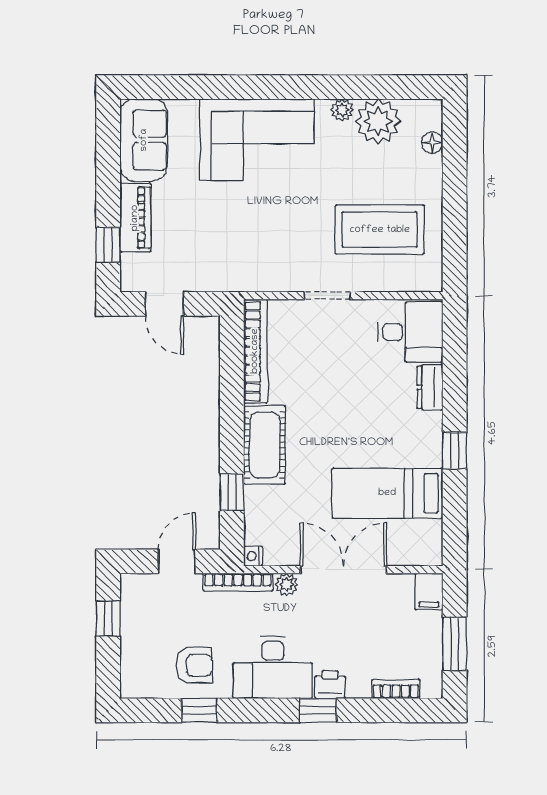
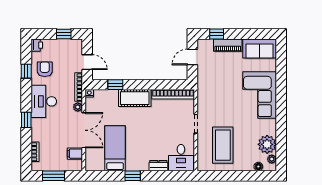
plant: (342, 110) -> (272, 159), moved
filing cabinet: (429, 592) -> (75, 154), moved
armchair: (194, 665) -> (45, 69), turned 180
printer: (330, 685) -> (37, 45), moved

